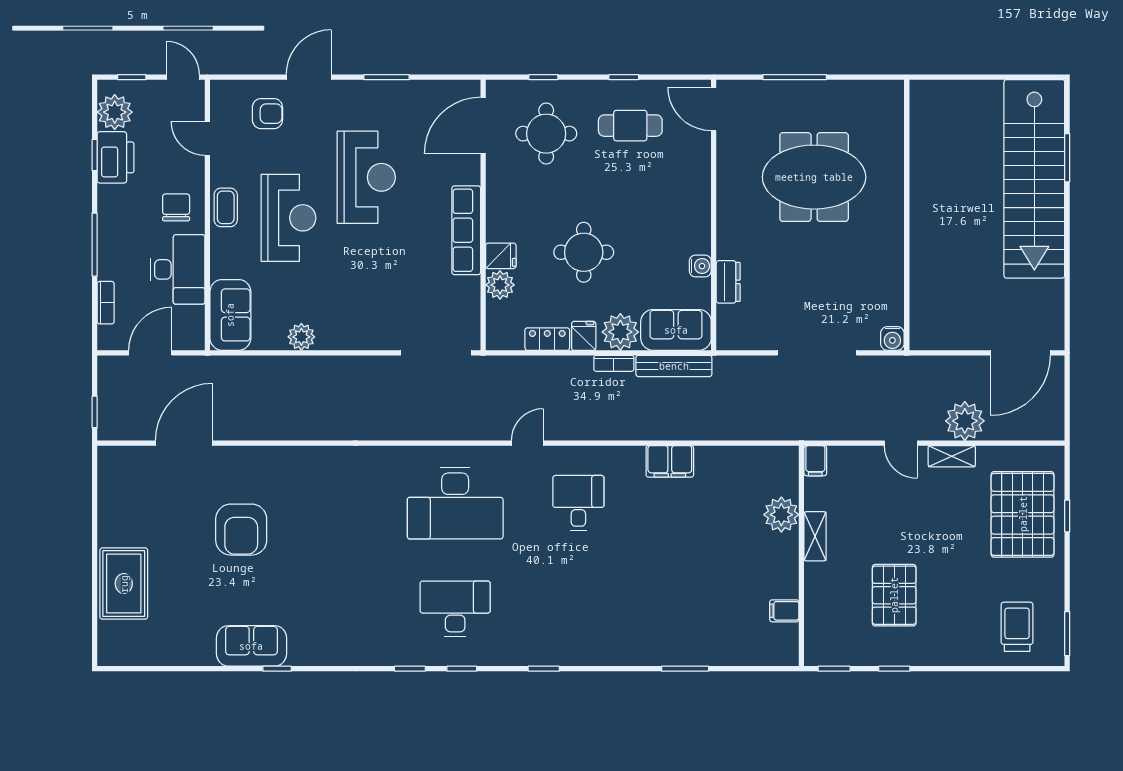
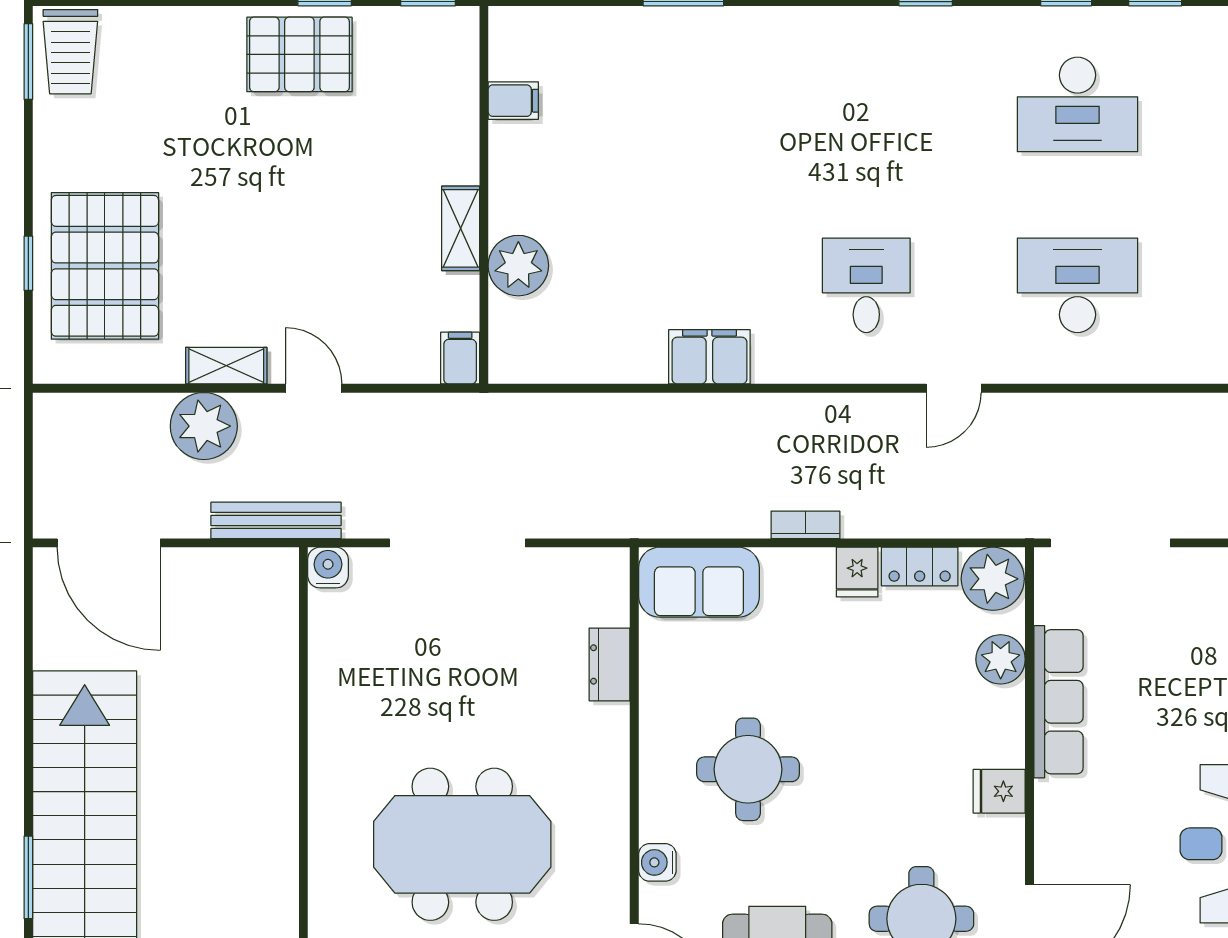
row of seats: (466, 230) -> (1058, 702), moved
round table: (584, 252) -> (748, 769), moved
fridge: (501, 256) -> (999, 791), moved
water cooler: (700, 266) -> (657, 862), moved
plant: (620, 332) -> (993, 579), moved
door: (1020, 353) -> (109, 543), swing flipped
bench: (674, 366) -> (276, 520), moved
desk: (455, 503) -> (1077, 285), width x0.73, depth x0.77
desk: (578, 503) -> (866, 285), turned 180
pallet: (894, 595) -> (299, 54), moved, turned 90
trolley: (1017, 627) -> (70, 52), moved

